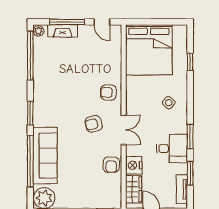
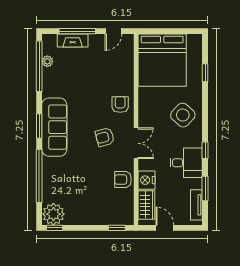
door: (102, 22) -> (113, 31), hinge flipped
plant: (38, 31) -> (47, 61), moved
armchair: (108, 93) -> (120, 105), turned 87
side table: (169, 103) -> (183, 115), width x1.87, depth x1.87
window: (190, 136) -> (205, 150), width x0.67
sofa: (45, 156) -> (54, 127), moved
armchair: (111, 165) -> (123, 179), turned 90

